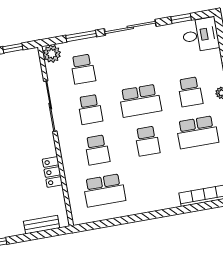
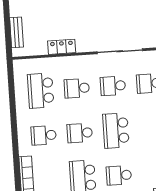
school desk: (154, 181) -> (44, 135), added

